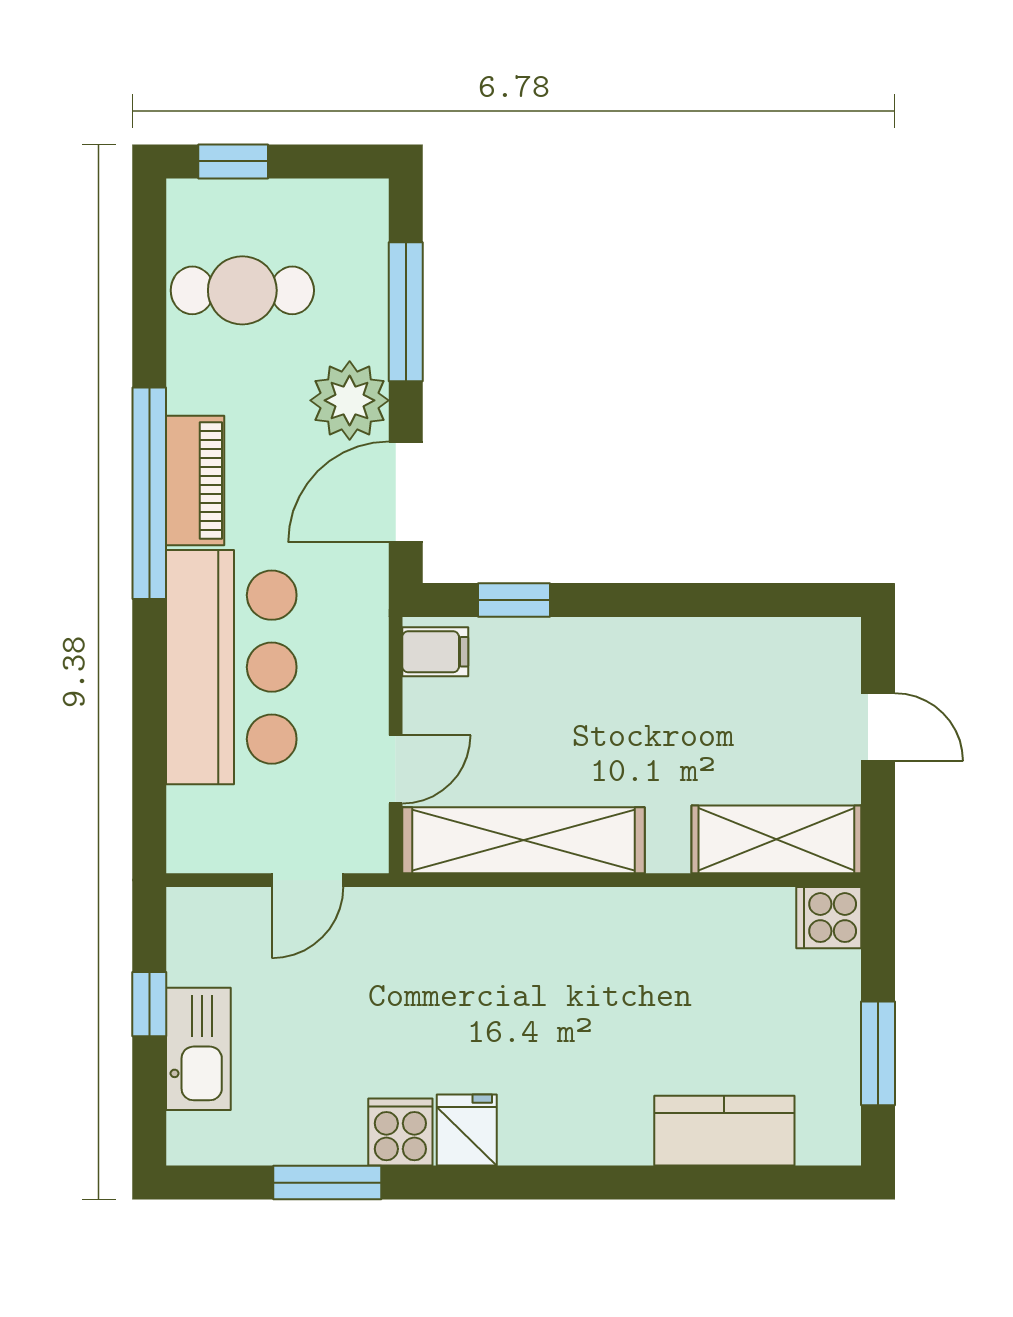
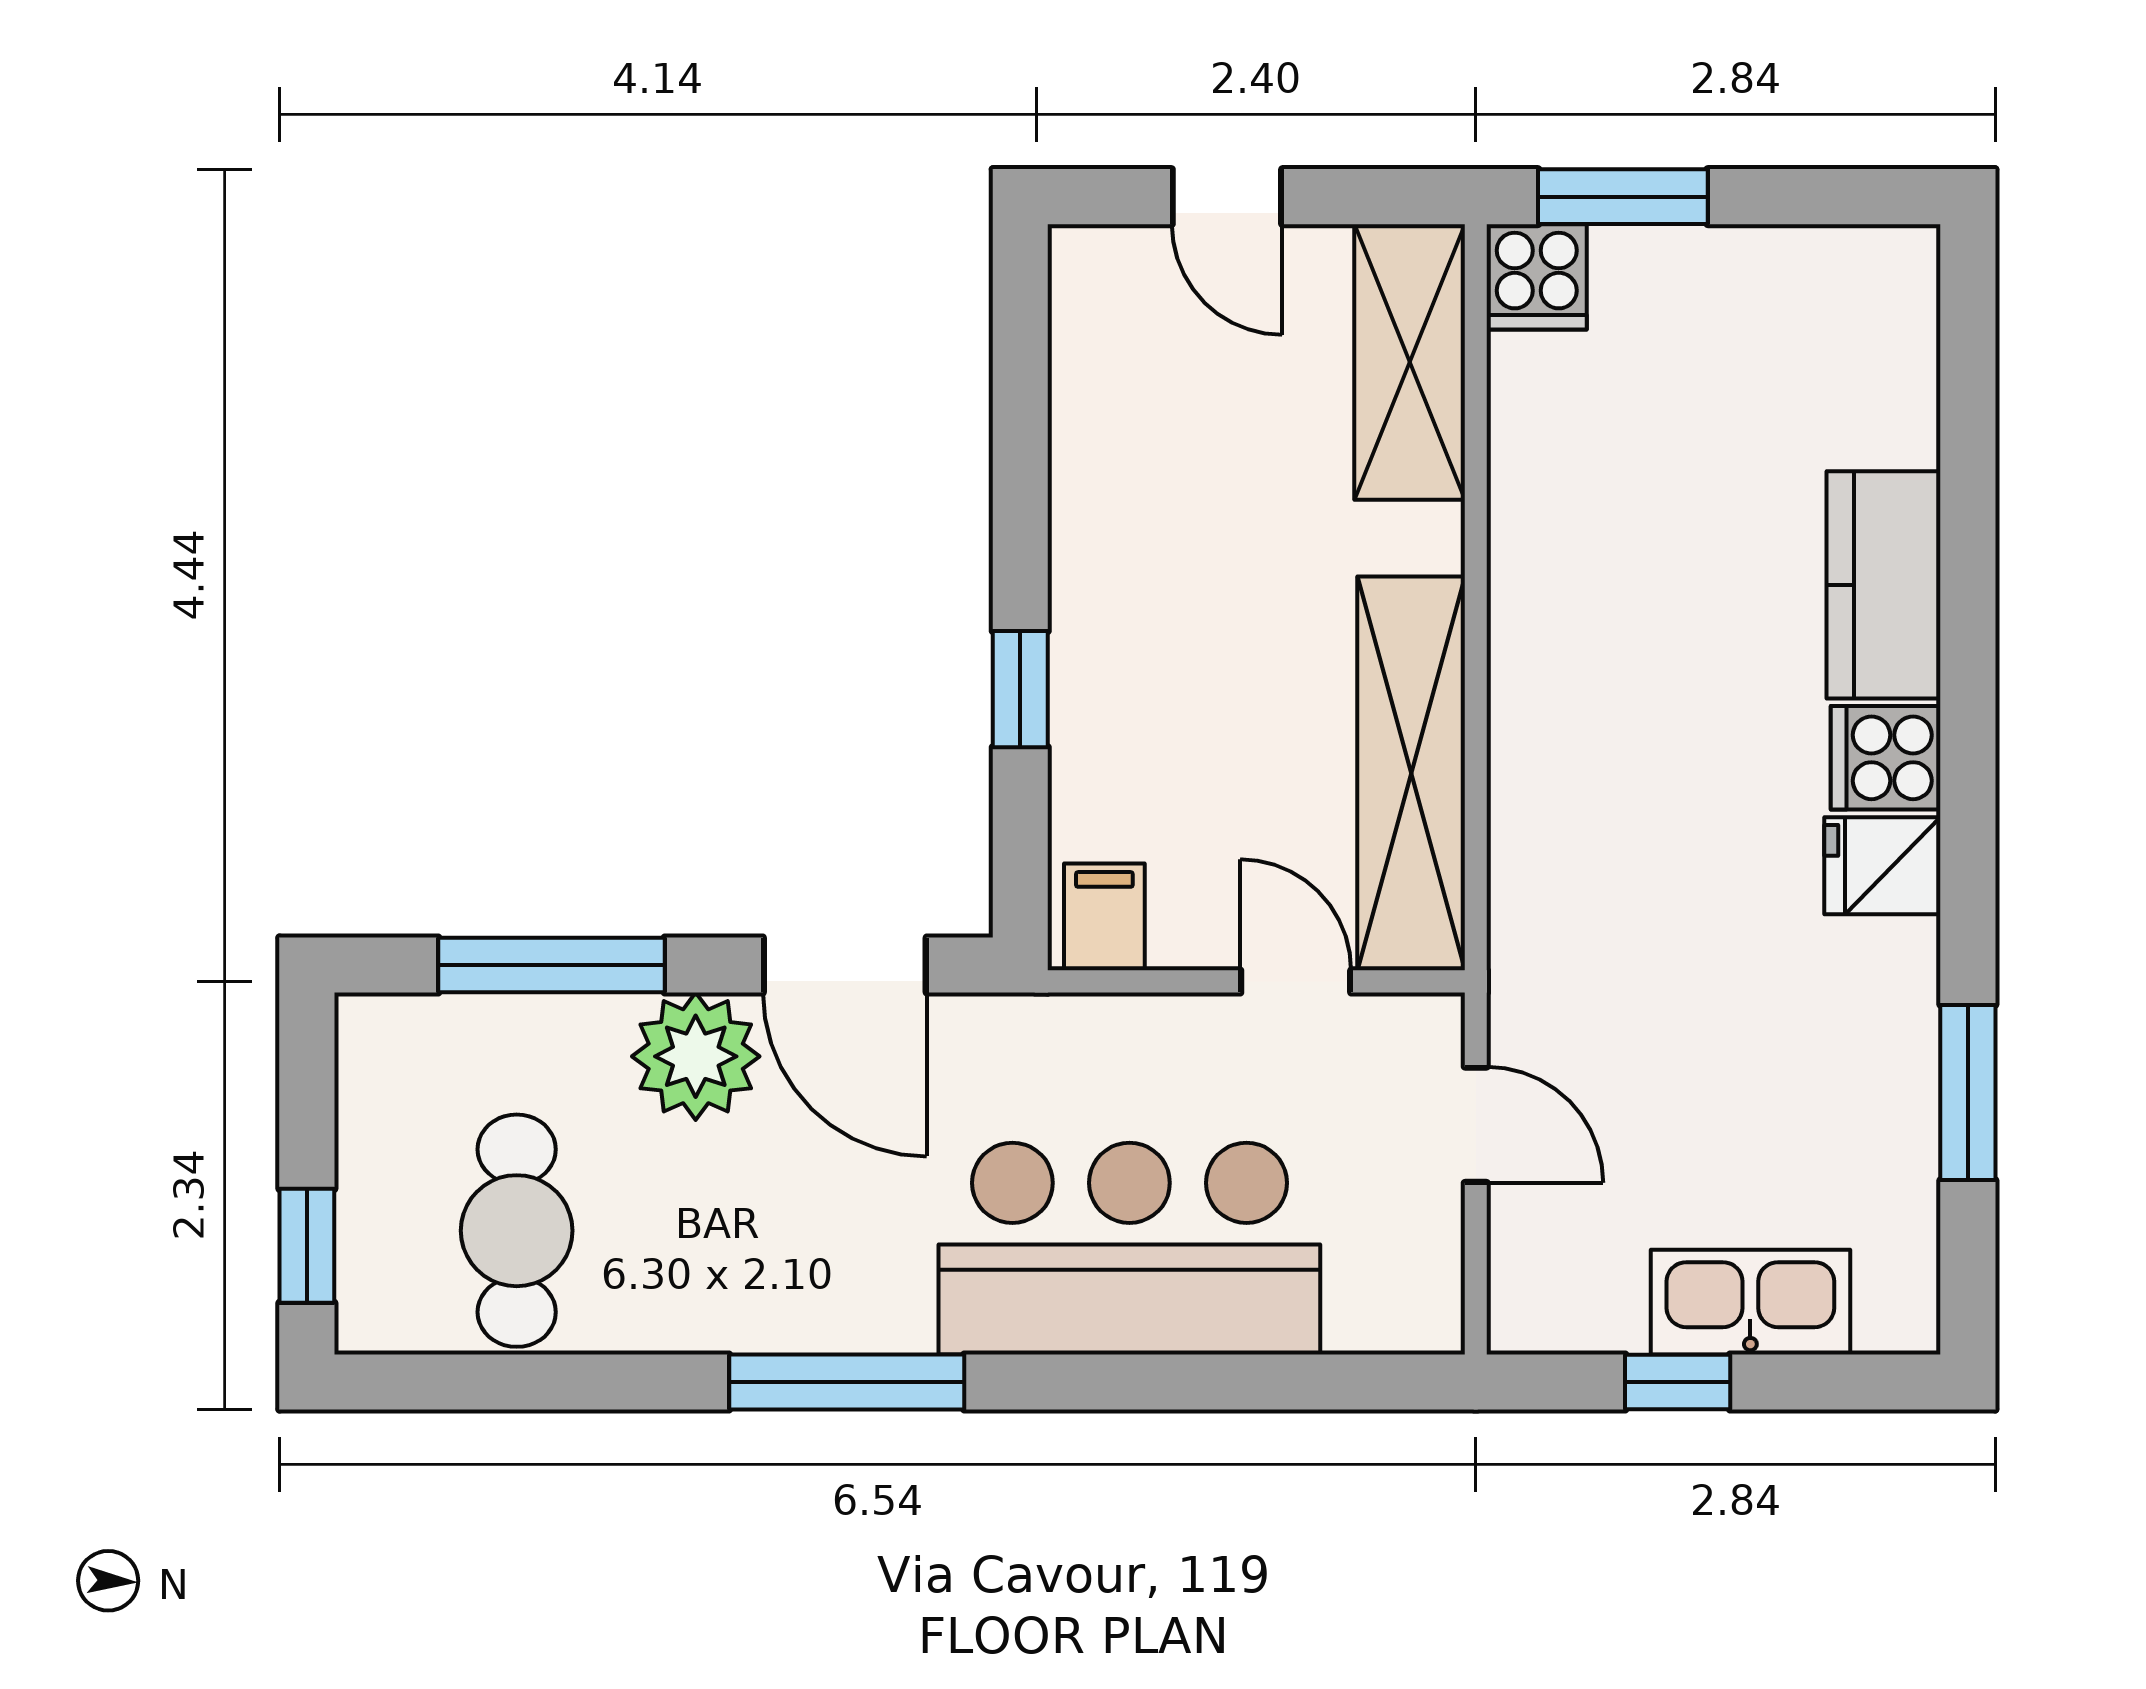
piano: (195, 480) -> (826, 1307), removed
window: (149, 493) -> (847, 1382), width x0.68
window: (514, 600) -> (1020, 689), moved
door: (878, 727) -> (1227, 197), swing flipped
window: (878, 1053) -> (1623, 197), moved
kitchen counter: (724, 1131) -> (1883, 585), moved
cooker: (400, 1132) -> (1886, 758), moved

